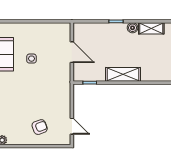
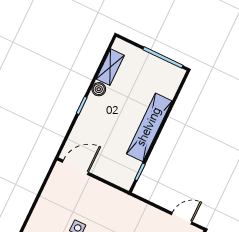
door: (72, 52) -> (75, 167), moved
shelving: (123, 74) -> (149, 127), width x1.47

